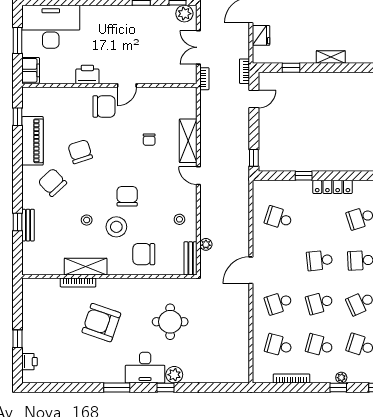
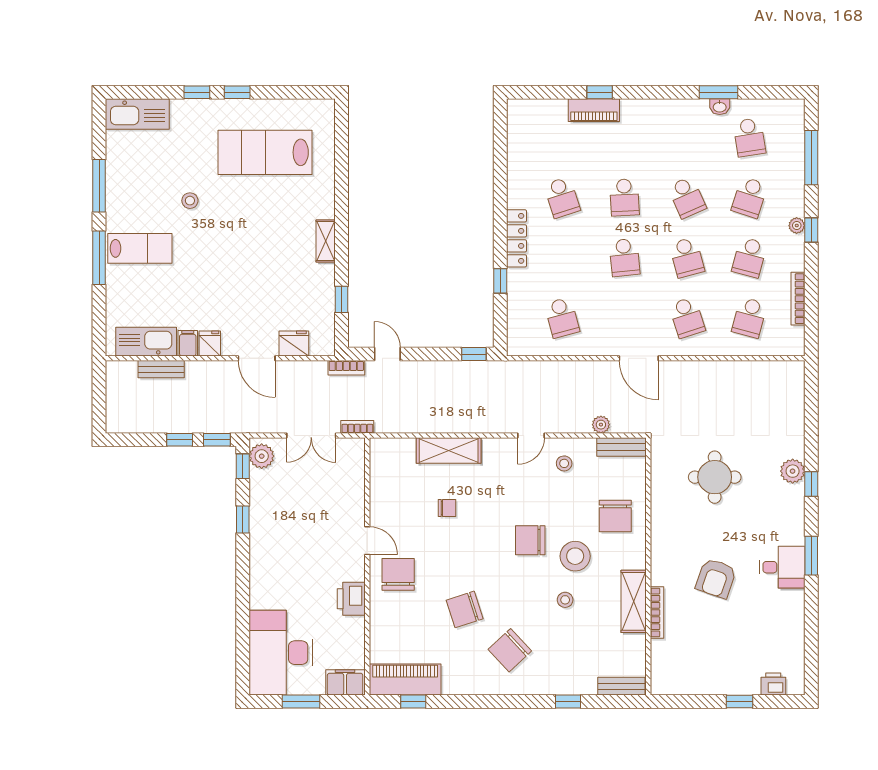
piano: (32, 141) -> (405, 680), moved
door: (198, 176) -> (531, 436), moved
school desk: (279, 218) -> (562, 318), turned -33
bench: (28, 225) -> (621, 686), moved
armchair: (101, 323) -> (716, 578), width x0.73, depth x0.73
desk: (145, 368) -> (782, 567), moved, width x0.73

